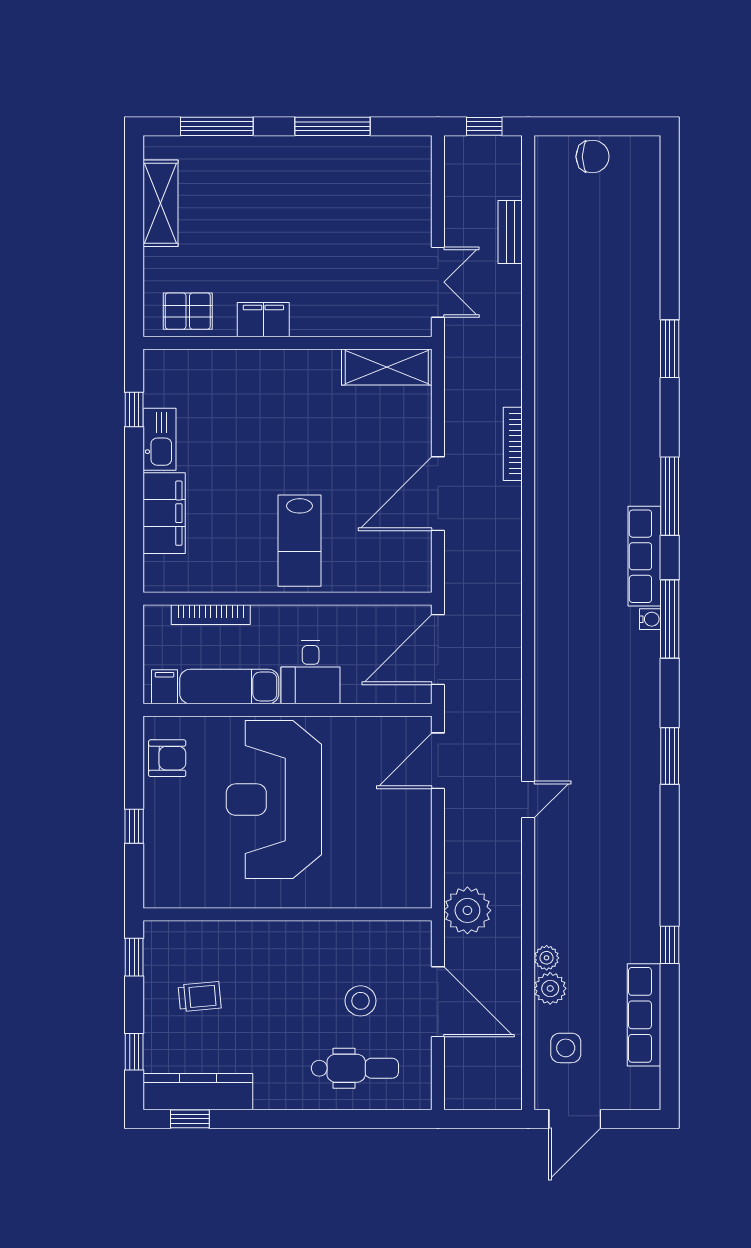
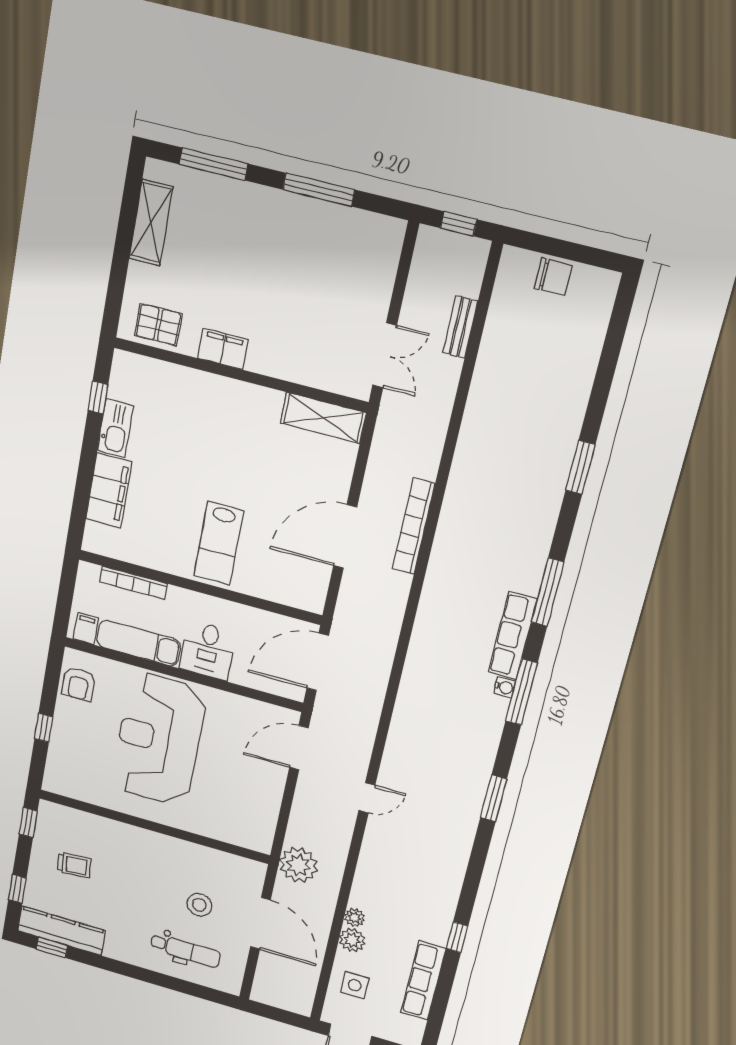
bookcase: (513, 444) -> (414, 526), width x1.48, depth x1.31
armchair: (167, 758) -> (79, 684), turned 90

